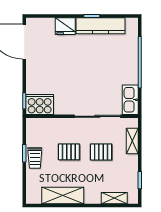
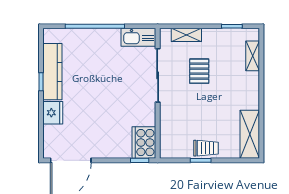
pallet: (69, 152) -> (199, 108), removed
shelving: (63, 196) -> (250, 134), moved

